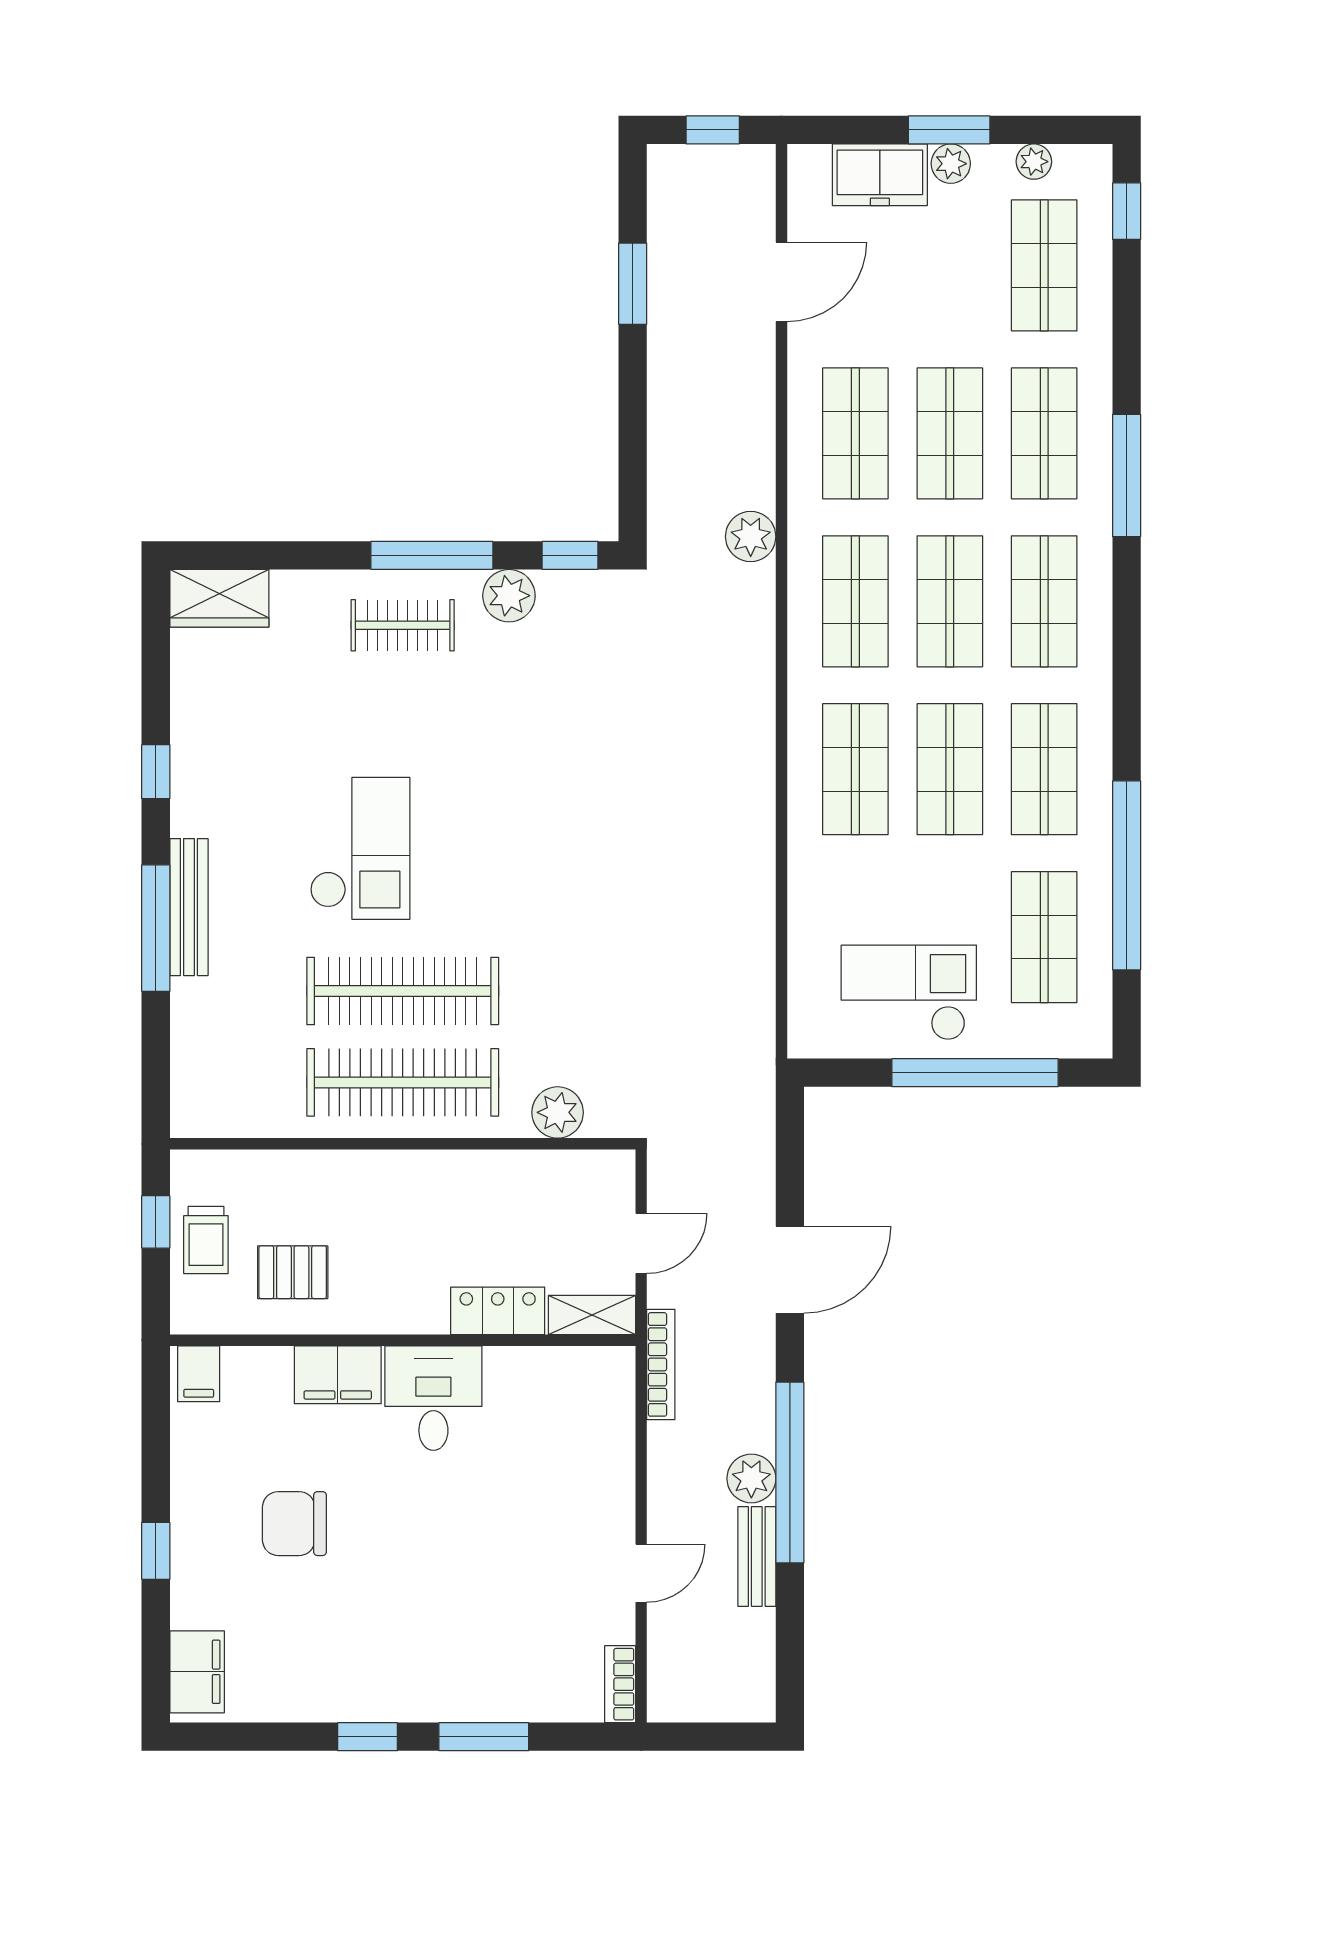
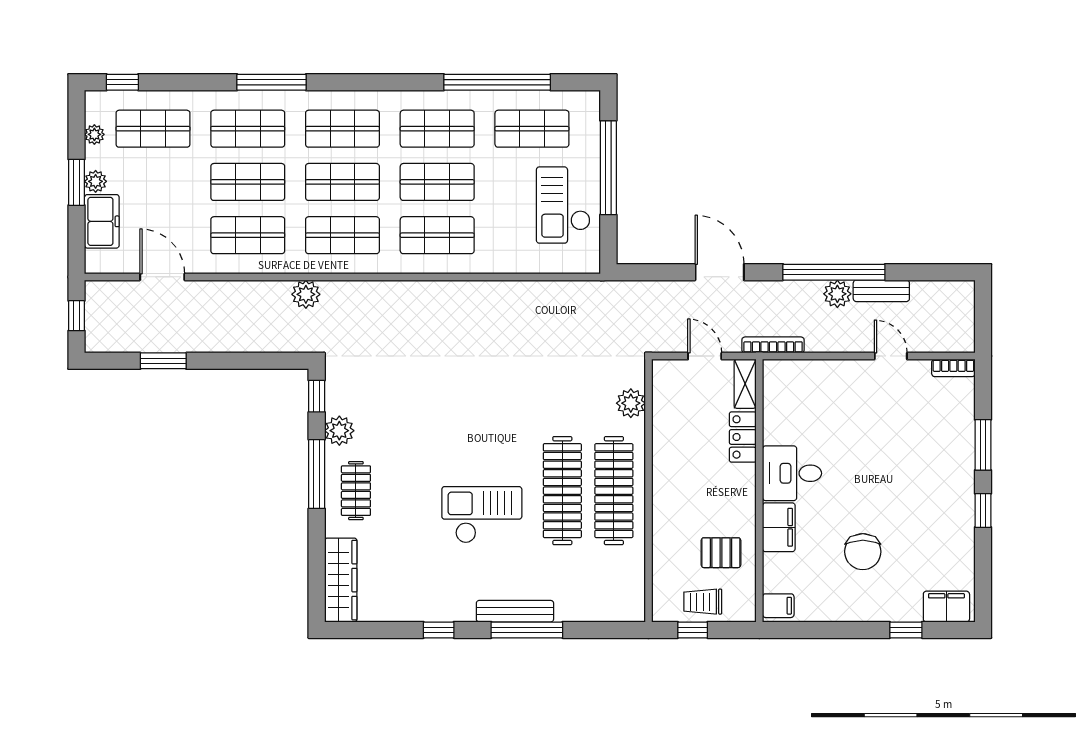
wardrobe: (219, 598) -> (341, 580), width x1.50
trolley: (206, 1240) -> (703, 602), turned 180
pallet: (293, 1272) -> (721, 553), turned 90
window: (156, 1551) -> (906, 630), moved

